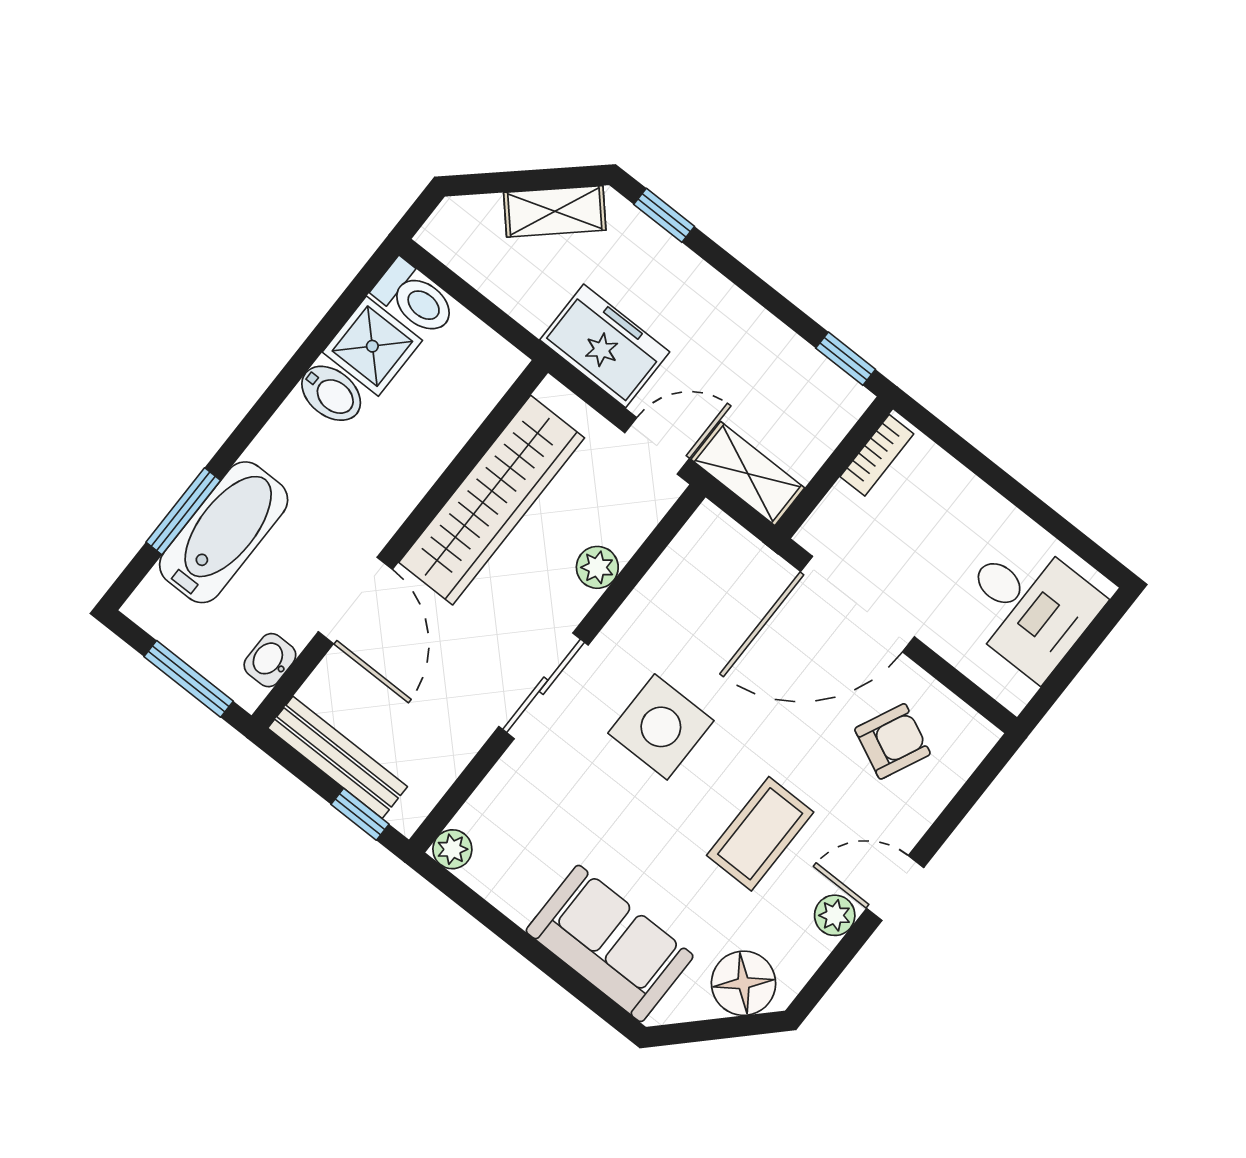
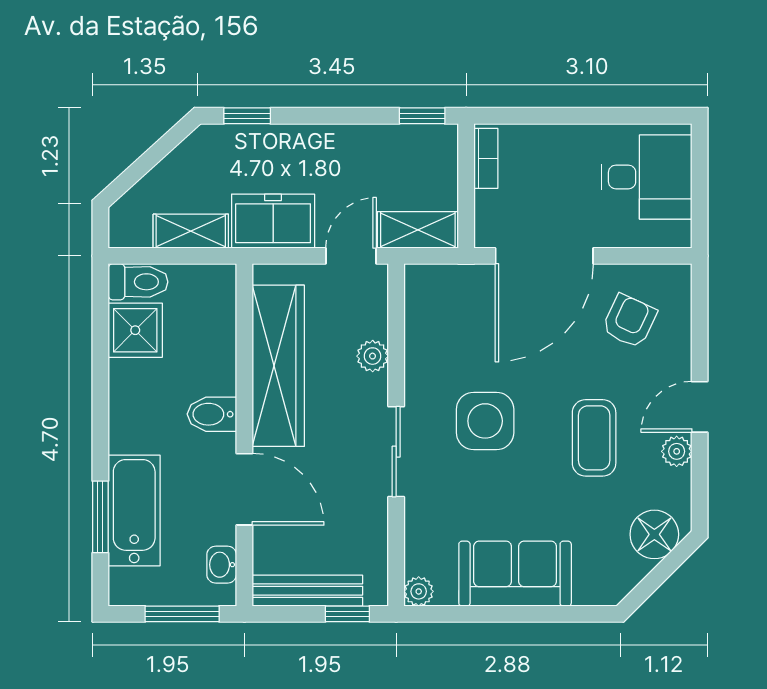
shelving: (555, 211) -> (191, 231), moved, turned 42
bidet: (331, 393) -> (212, 414), moved, turned 180
sofa: (610, 943) -> (515, 574), moved

